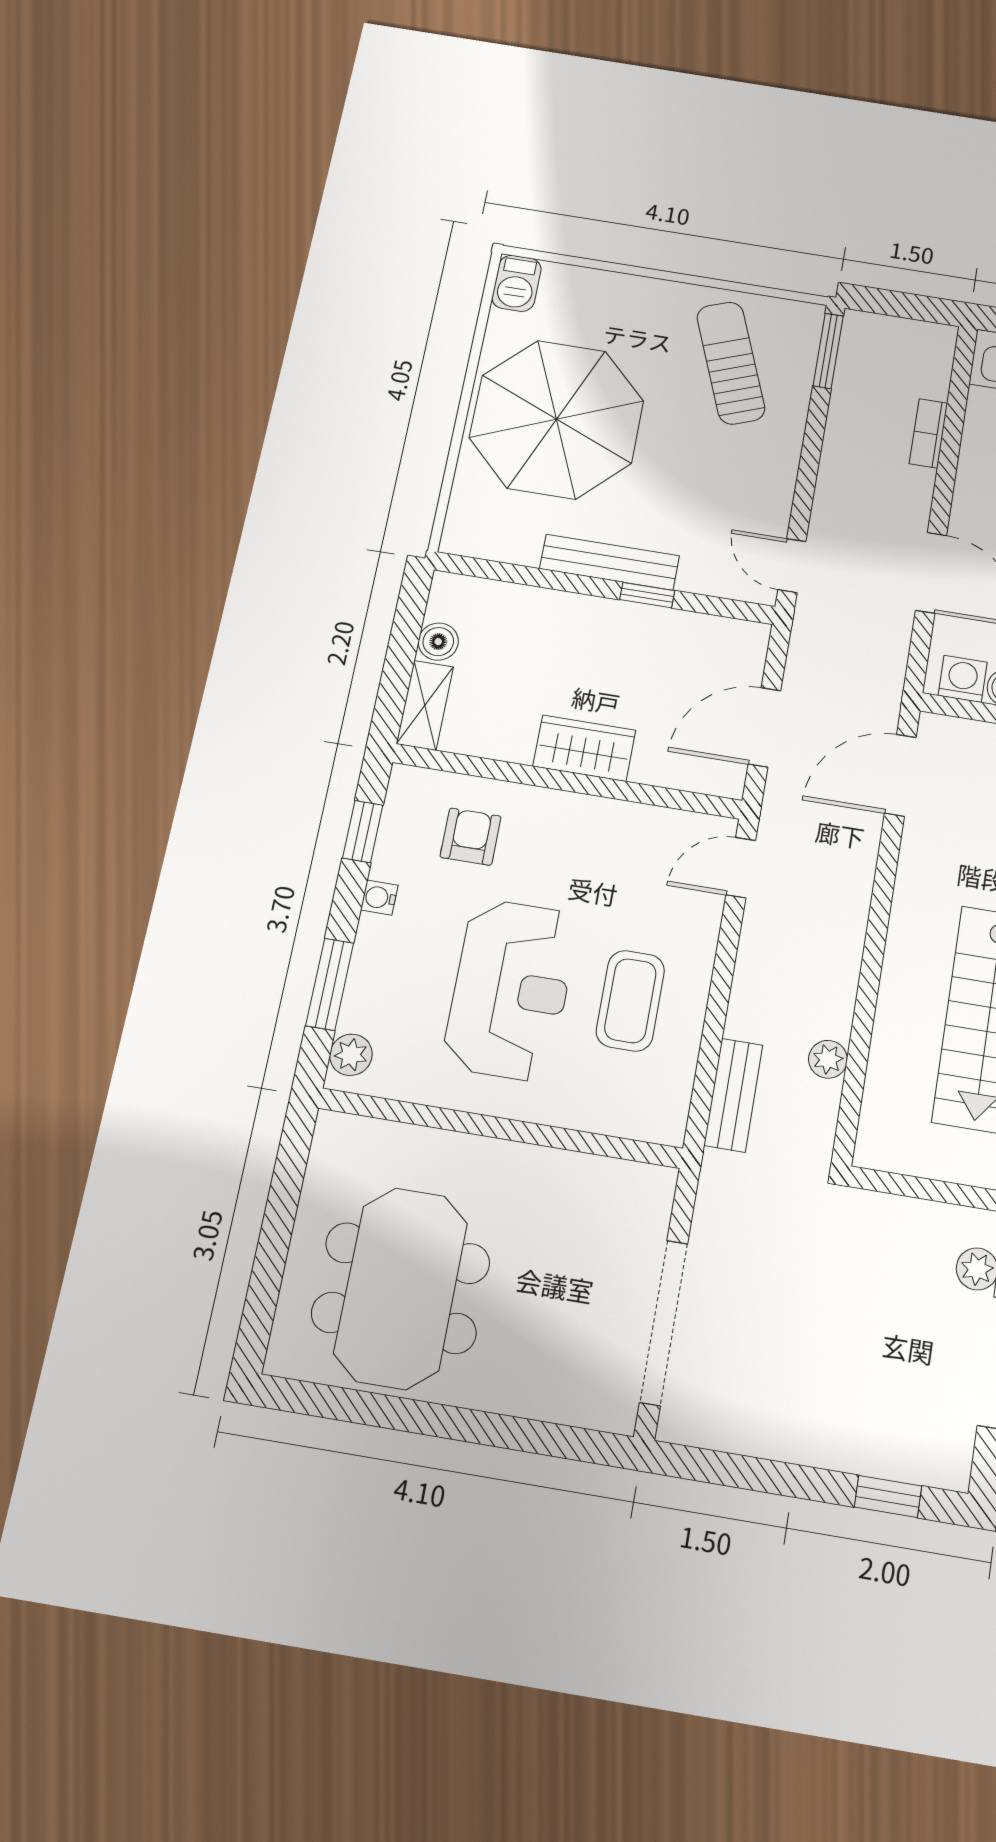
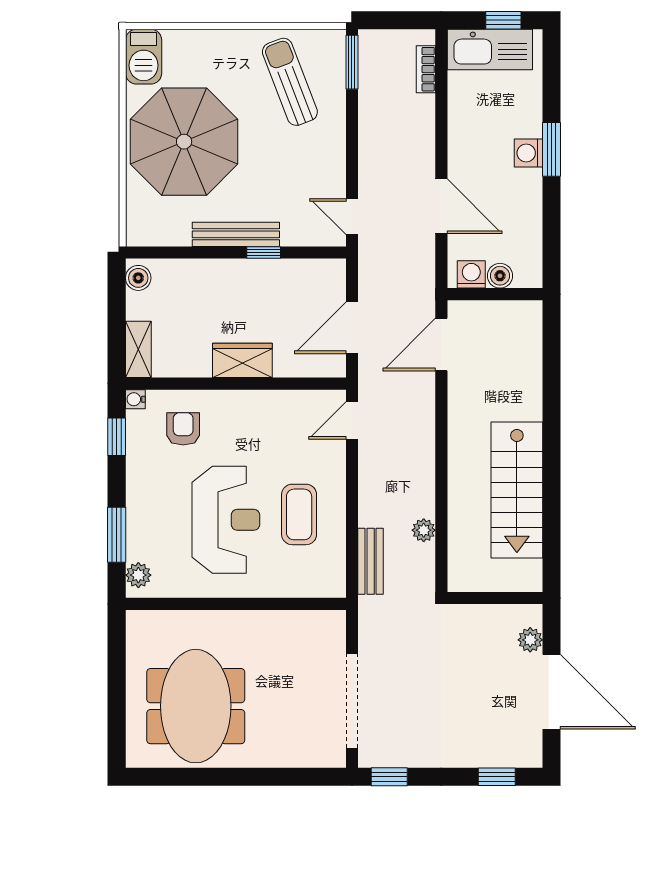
barbecue: (517, 283) -> (144, 57), width x1.38, depth x1.27
bookcase: (928, 433) -> (426, 69), moved
boiler: (438, 642) -> (138, 278), moved
water cooler: (379, 898) -> (135, 399), moved
window: (705, 1465) -> (389, 777), added

